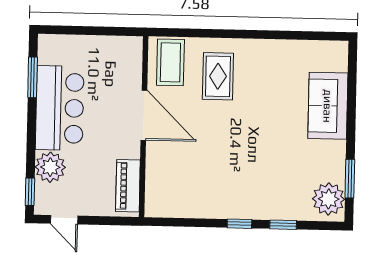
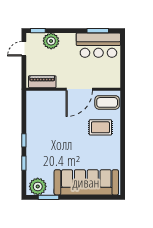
sofa: (328, 106) -> (86, 182), width x1.85, depth x1.27
bar counter: (60, 108) -> (98, 45), moved

